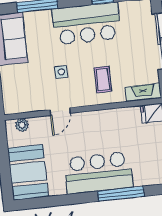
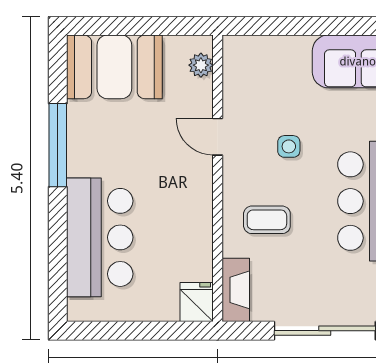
bar counter: (98, 173) -> (100, 237), moved
window: (121, 194) -> (58, 145), moved

